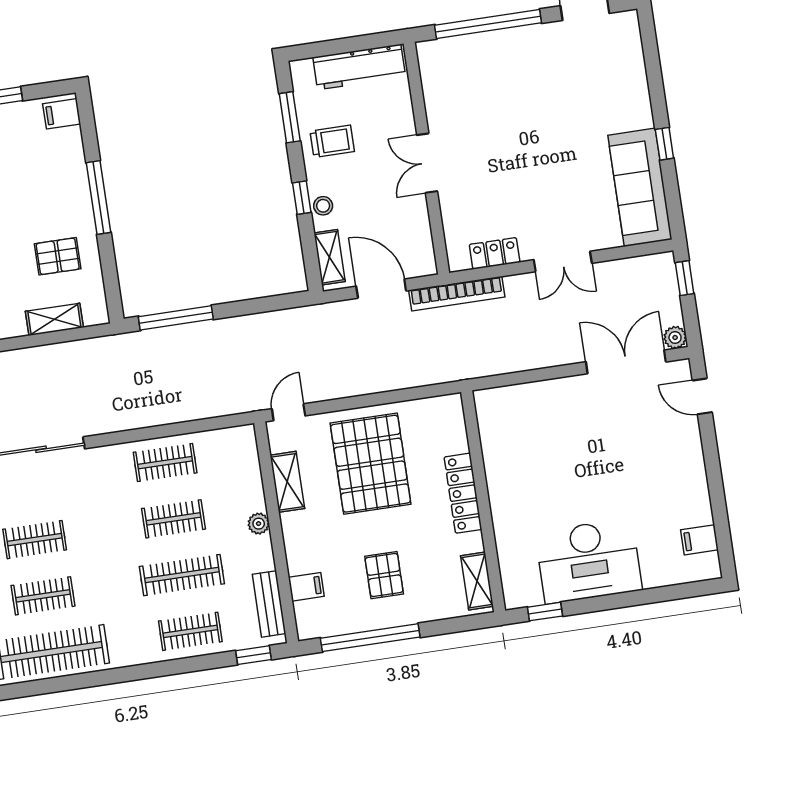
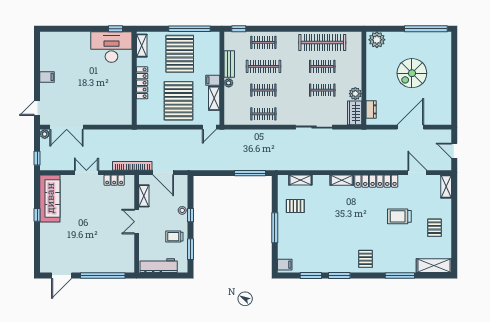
double door: (427, 163) -> (137, 222), swing flipped
shelving: (330, 257) -> (144, 196), moved
door: (702, 396) -> (37, 108), swing flipped
filing cabinet: (700, 540) -> (47, 77), moved
desk: (589, 561) -> (111, 47), moved
pallet: (384, 575) -> (180, 54), width x2.05, depth x2.00
filing cabinet: (306, 587) -> (213, 80), moved
bench: (269, 604) -> (229, 64), moved

